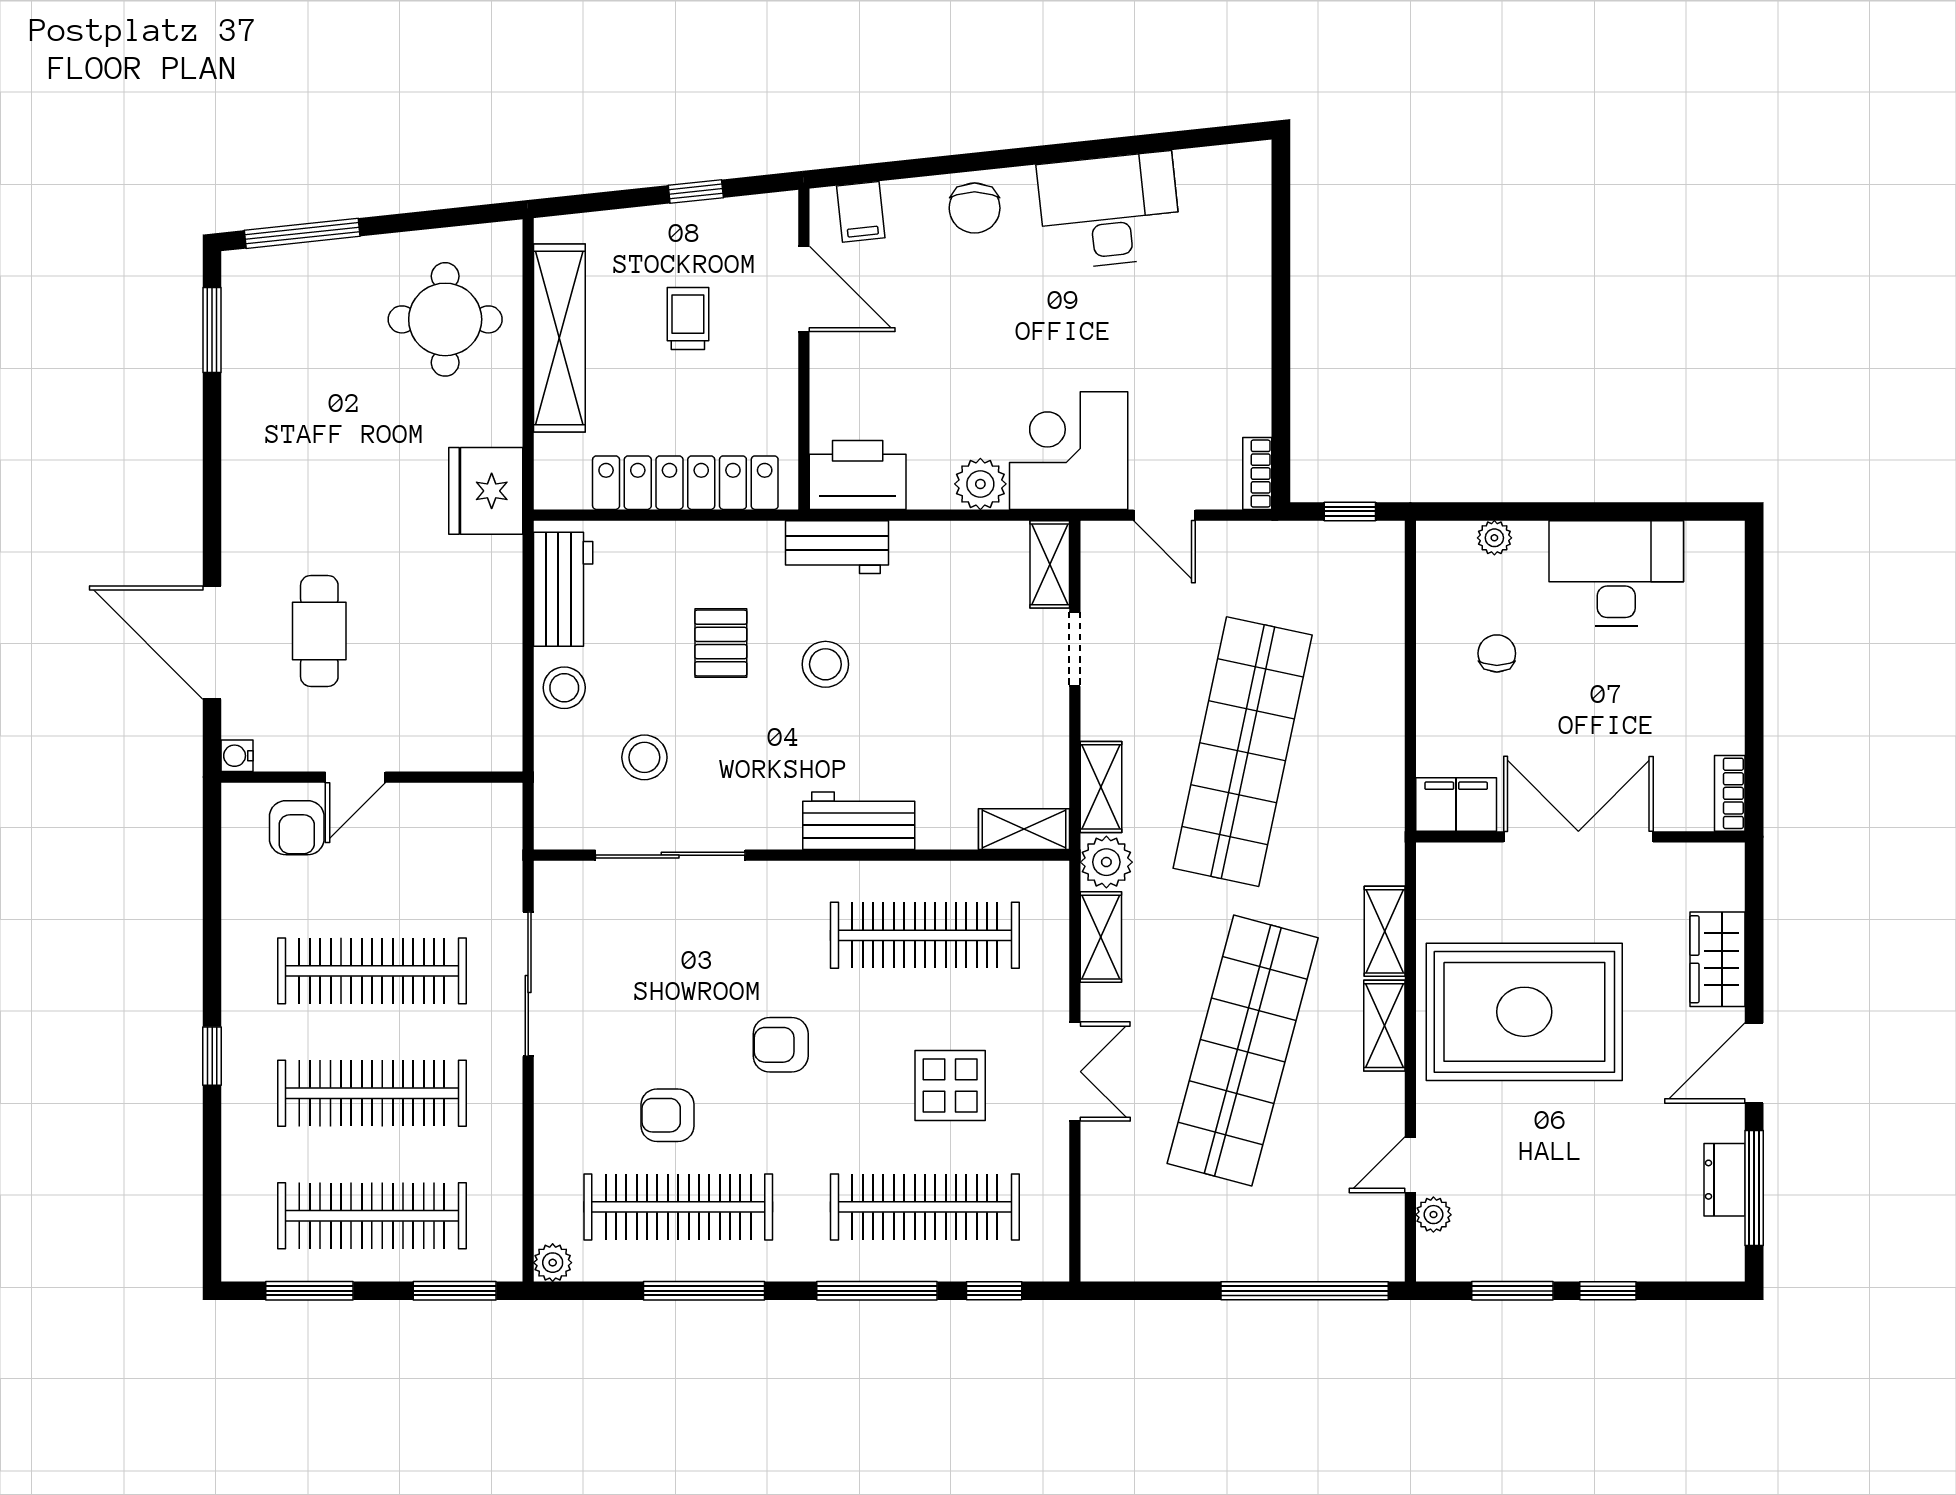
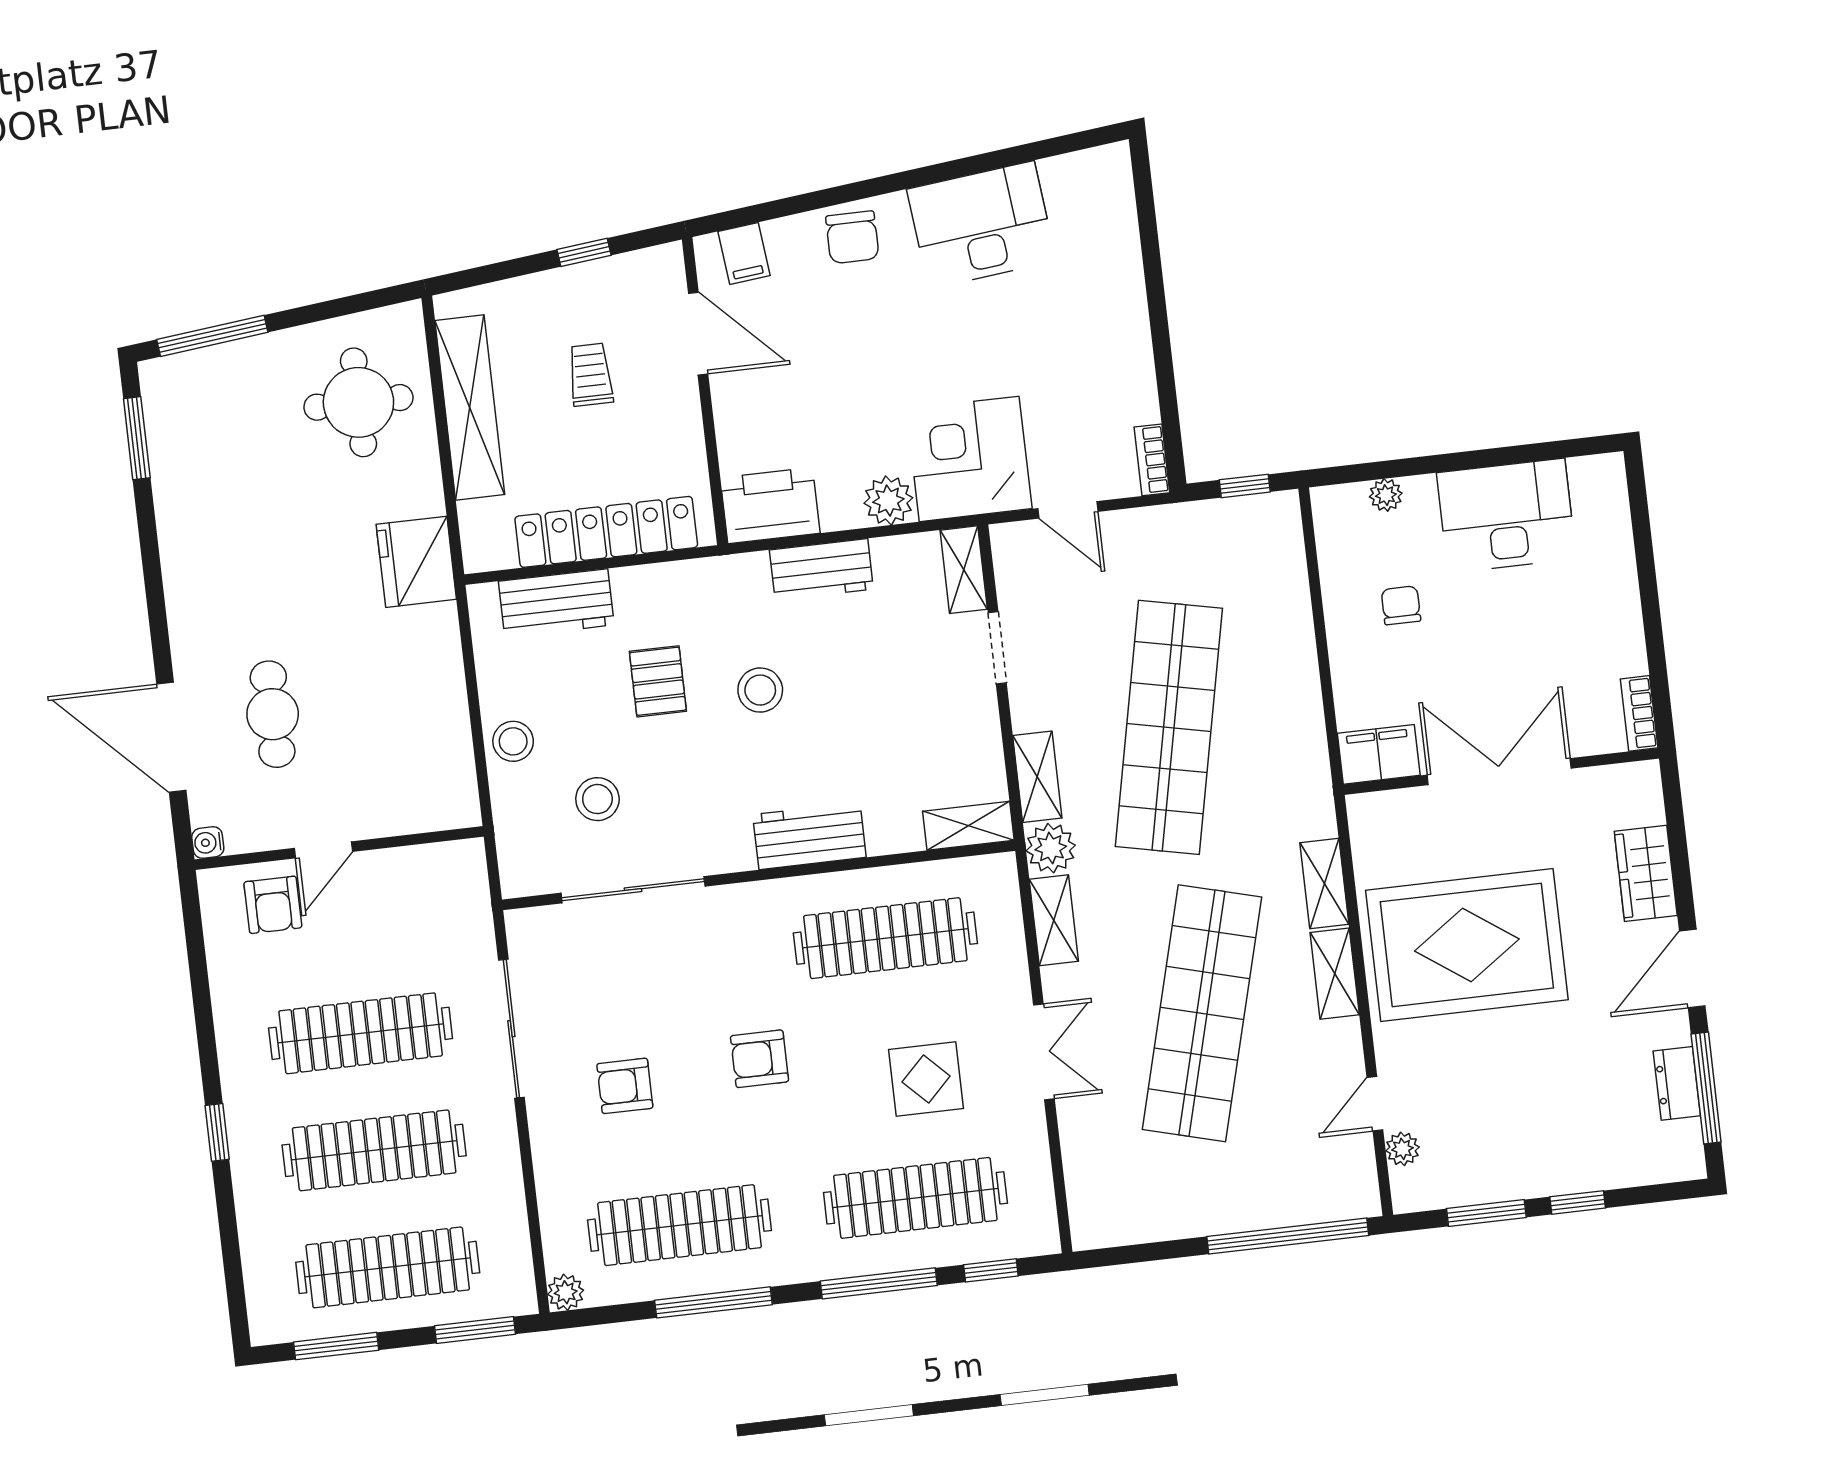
workbench: (837, 547) -> (821, 569), moved
workbench: (563, 589) -> (556, 603), moved, turned 90
armchair: (668, 1115) -> (625, 1086), moved

